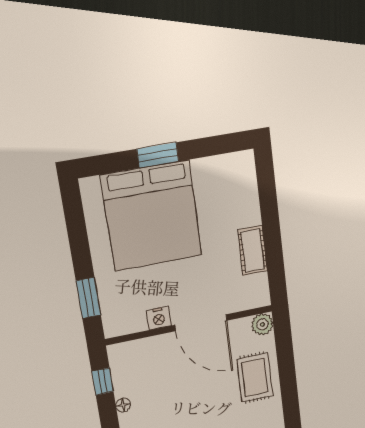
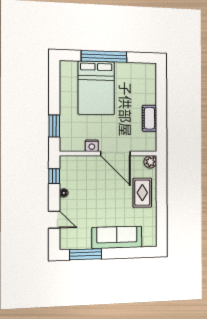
window: (158, 155) -> (104, 56), width x2.11
bed: (152, 216) -> (96, 88), width x0.73

